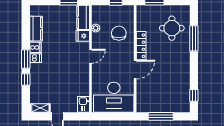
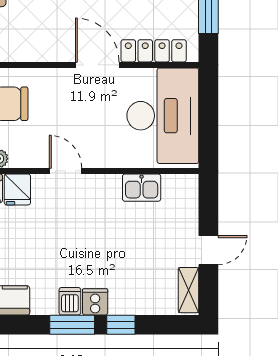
locker: (141, 46) -> (154, 51), moved
cooker: (35, 47) -> (95, 302), moved
kitchen sink: (83, 104) -> (142, 188), moved

